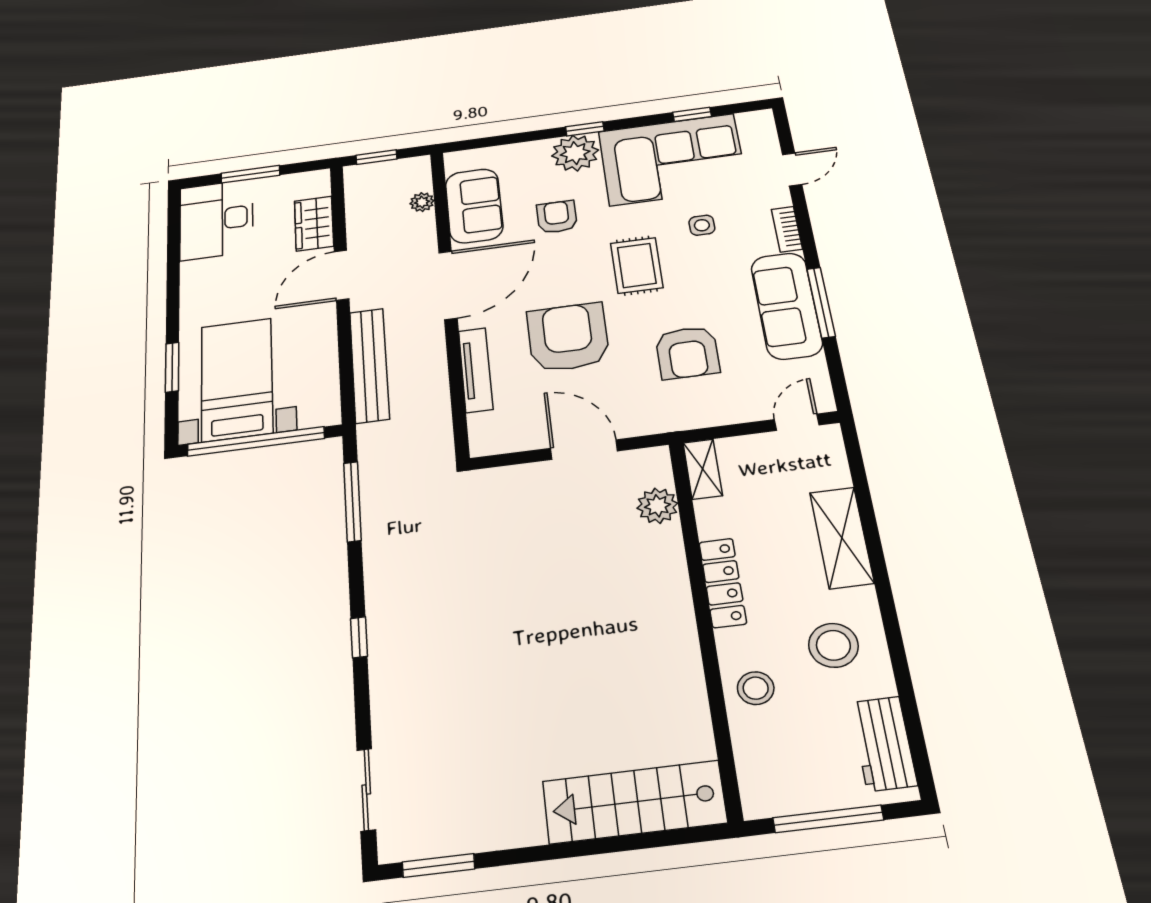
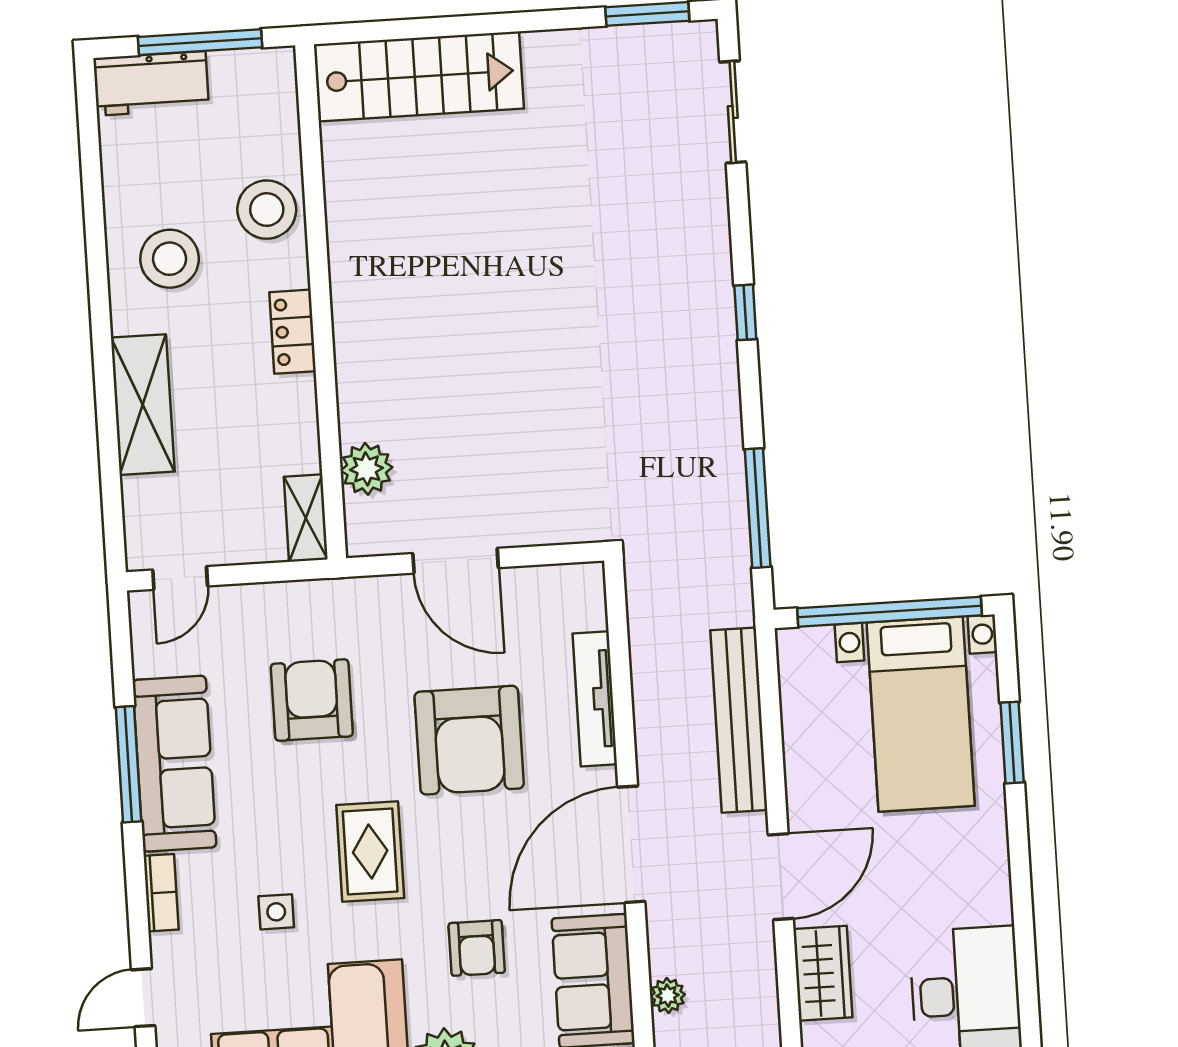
locker: (723, 583) -> (293, 332), width x0.66
stool: (756, 688) -> (267, 210), width x1.38, depth x1.38
workbench: (883, 744) -> (151, 83), moved, turned 90

